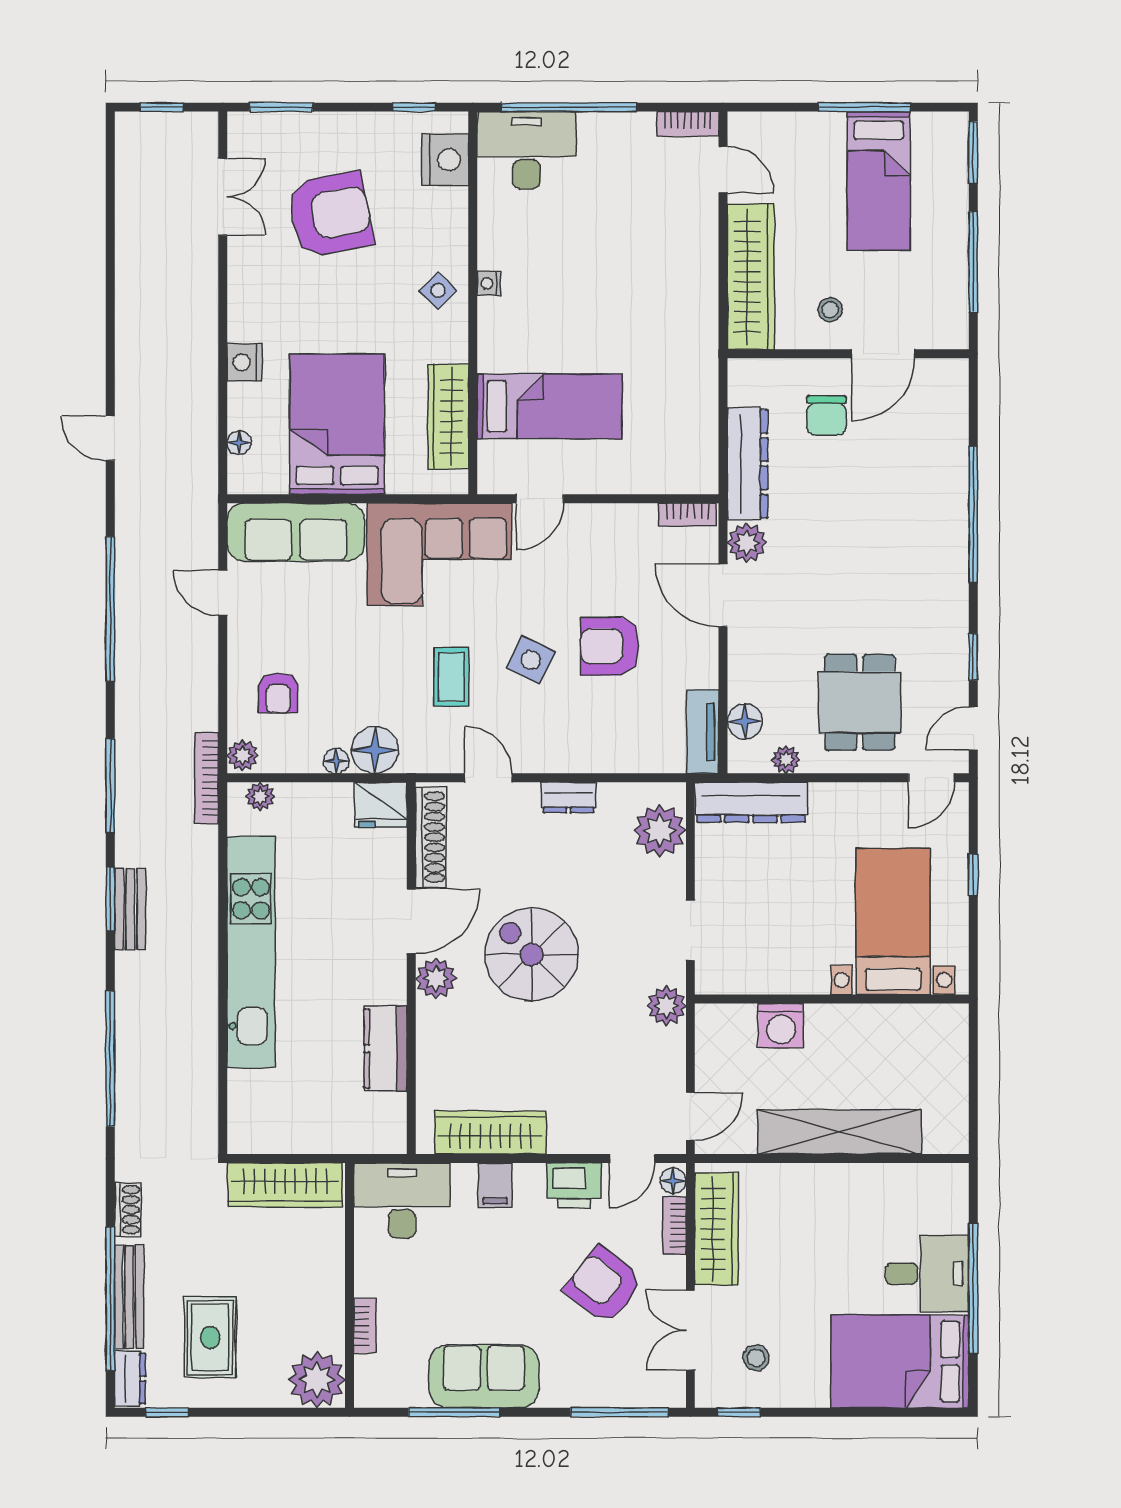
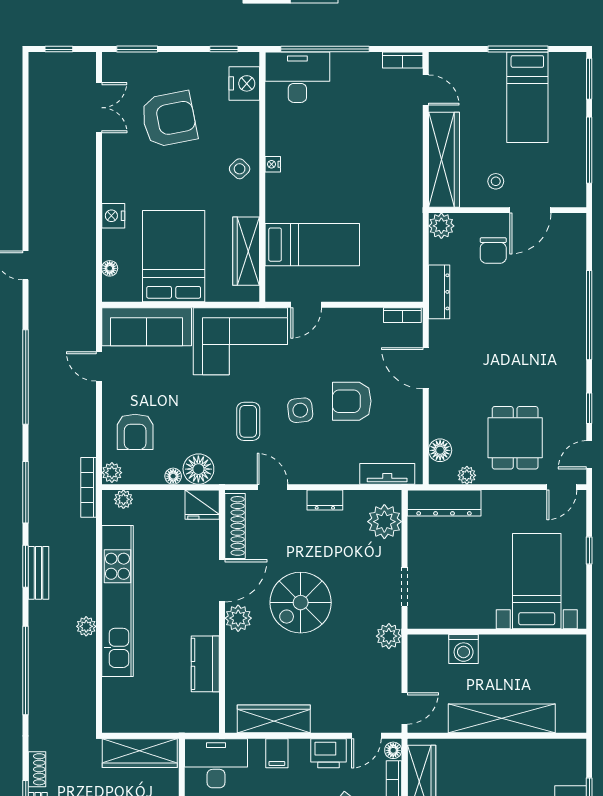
dresser: (748, 464) -> (439, 292), width x0.73, depth x0.80
plant: (747, 543) -> (441, 226), moved
side table: (531, 660) -> (300, 410), turned -32
armchair: (278, 693) -> (135, 432), width x1.38, depth x1.38
tv unit: (703, 732) -> (387, 474), moved, turned 90
spiral stairs: (531, 954) -> (301, 603), turned -90
plant: (203, 991) -> (86, 626), added

